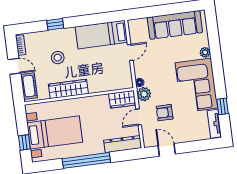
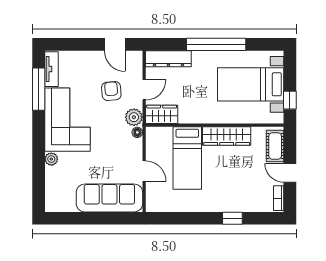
sofa: (175, 25) -> (109, 198), moved
bed: (101, 35) -> (187, 158), moved, turned 90
door: (130, 52) -> (144, 171), swing flipped
stool: (58, 58) -> (235, 177), removed
window: (222, 106) -> (39, 89), width x2.17
armchair: (165, 113) -> (111, 91), turned -95
window: (24, 142) -> (290, 100), moved

